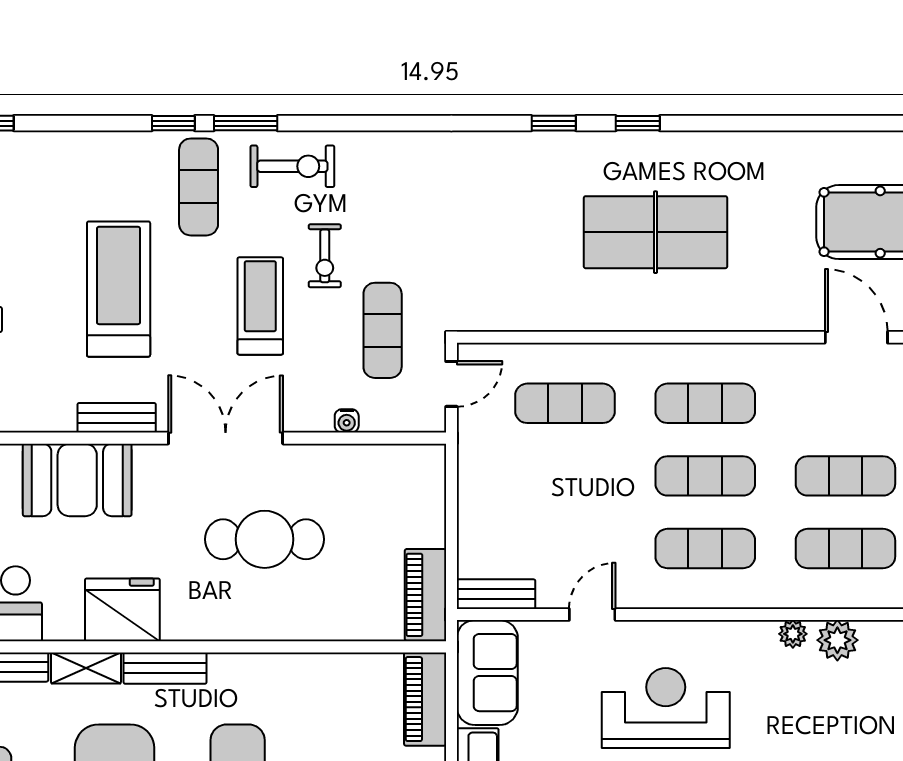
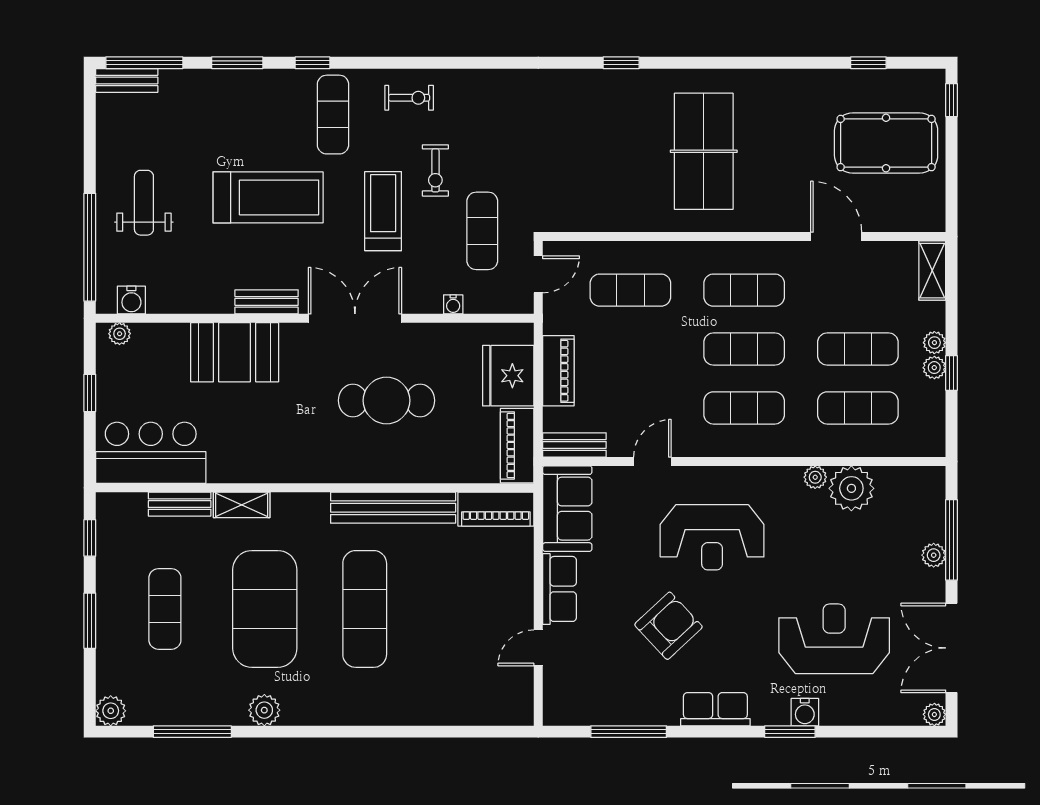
window: (246, 123) -> (237, 63), moved
window: (638, 123) -> (868, 63), moved
exercise bike: (292, 166) -> (409, 98), width x0.73, depth x0.72
table tennis table: (655, 232) -> (704, 151), turned 90
treadmill: (119, 289) -> (268, 197), turned 90
door: (856, 337) -> (836, 237), moved
piano: (476, 503) -> (558, 371), added
fridge: (122, 610) -> (508, 376), moved, turned -90
plant: (837, 640) -> (851, 488), width x1.36, depth x1.36
bench: (165, 668) -> (393, 508), moved, width x1.86, depth x1.21
piano: (425, 699) -> (496, 509), moved, turned -90
reception desk: (666, 708) -> (712, 537), turned 180

